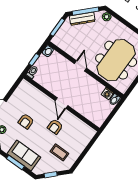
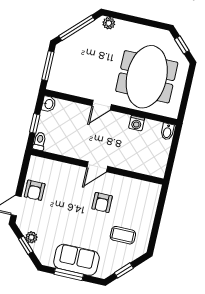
dresser: (82, 19) -> (77, 40), removed
door: (81, 66) -> (102, 105), swing flipped
washing machine: (108, 94) -> (137, 123), moved
door: (62, 103) -> (97, 167), hinge flipped
armchair: (26, 121) -> (35, 190), moved

